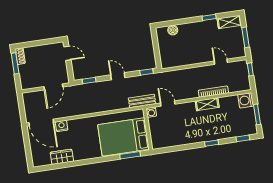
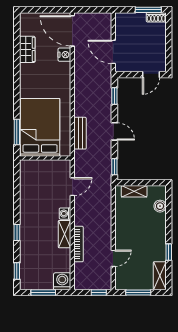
shelving: (164, 53) -> (134, 191), added
door: (118, 76) -> (114, 131), hinge flipped
bench: (142, 101) -> (80, 133), moved
washing machine: (151, 112) -> (65, 214), moved
door: (41, 122) -> (72, 31), hinge flipped

